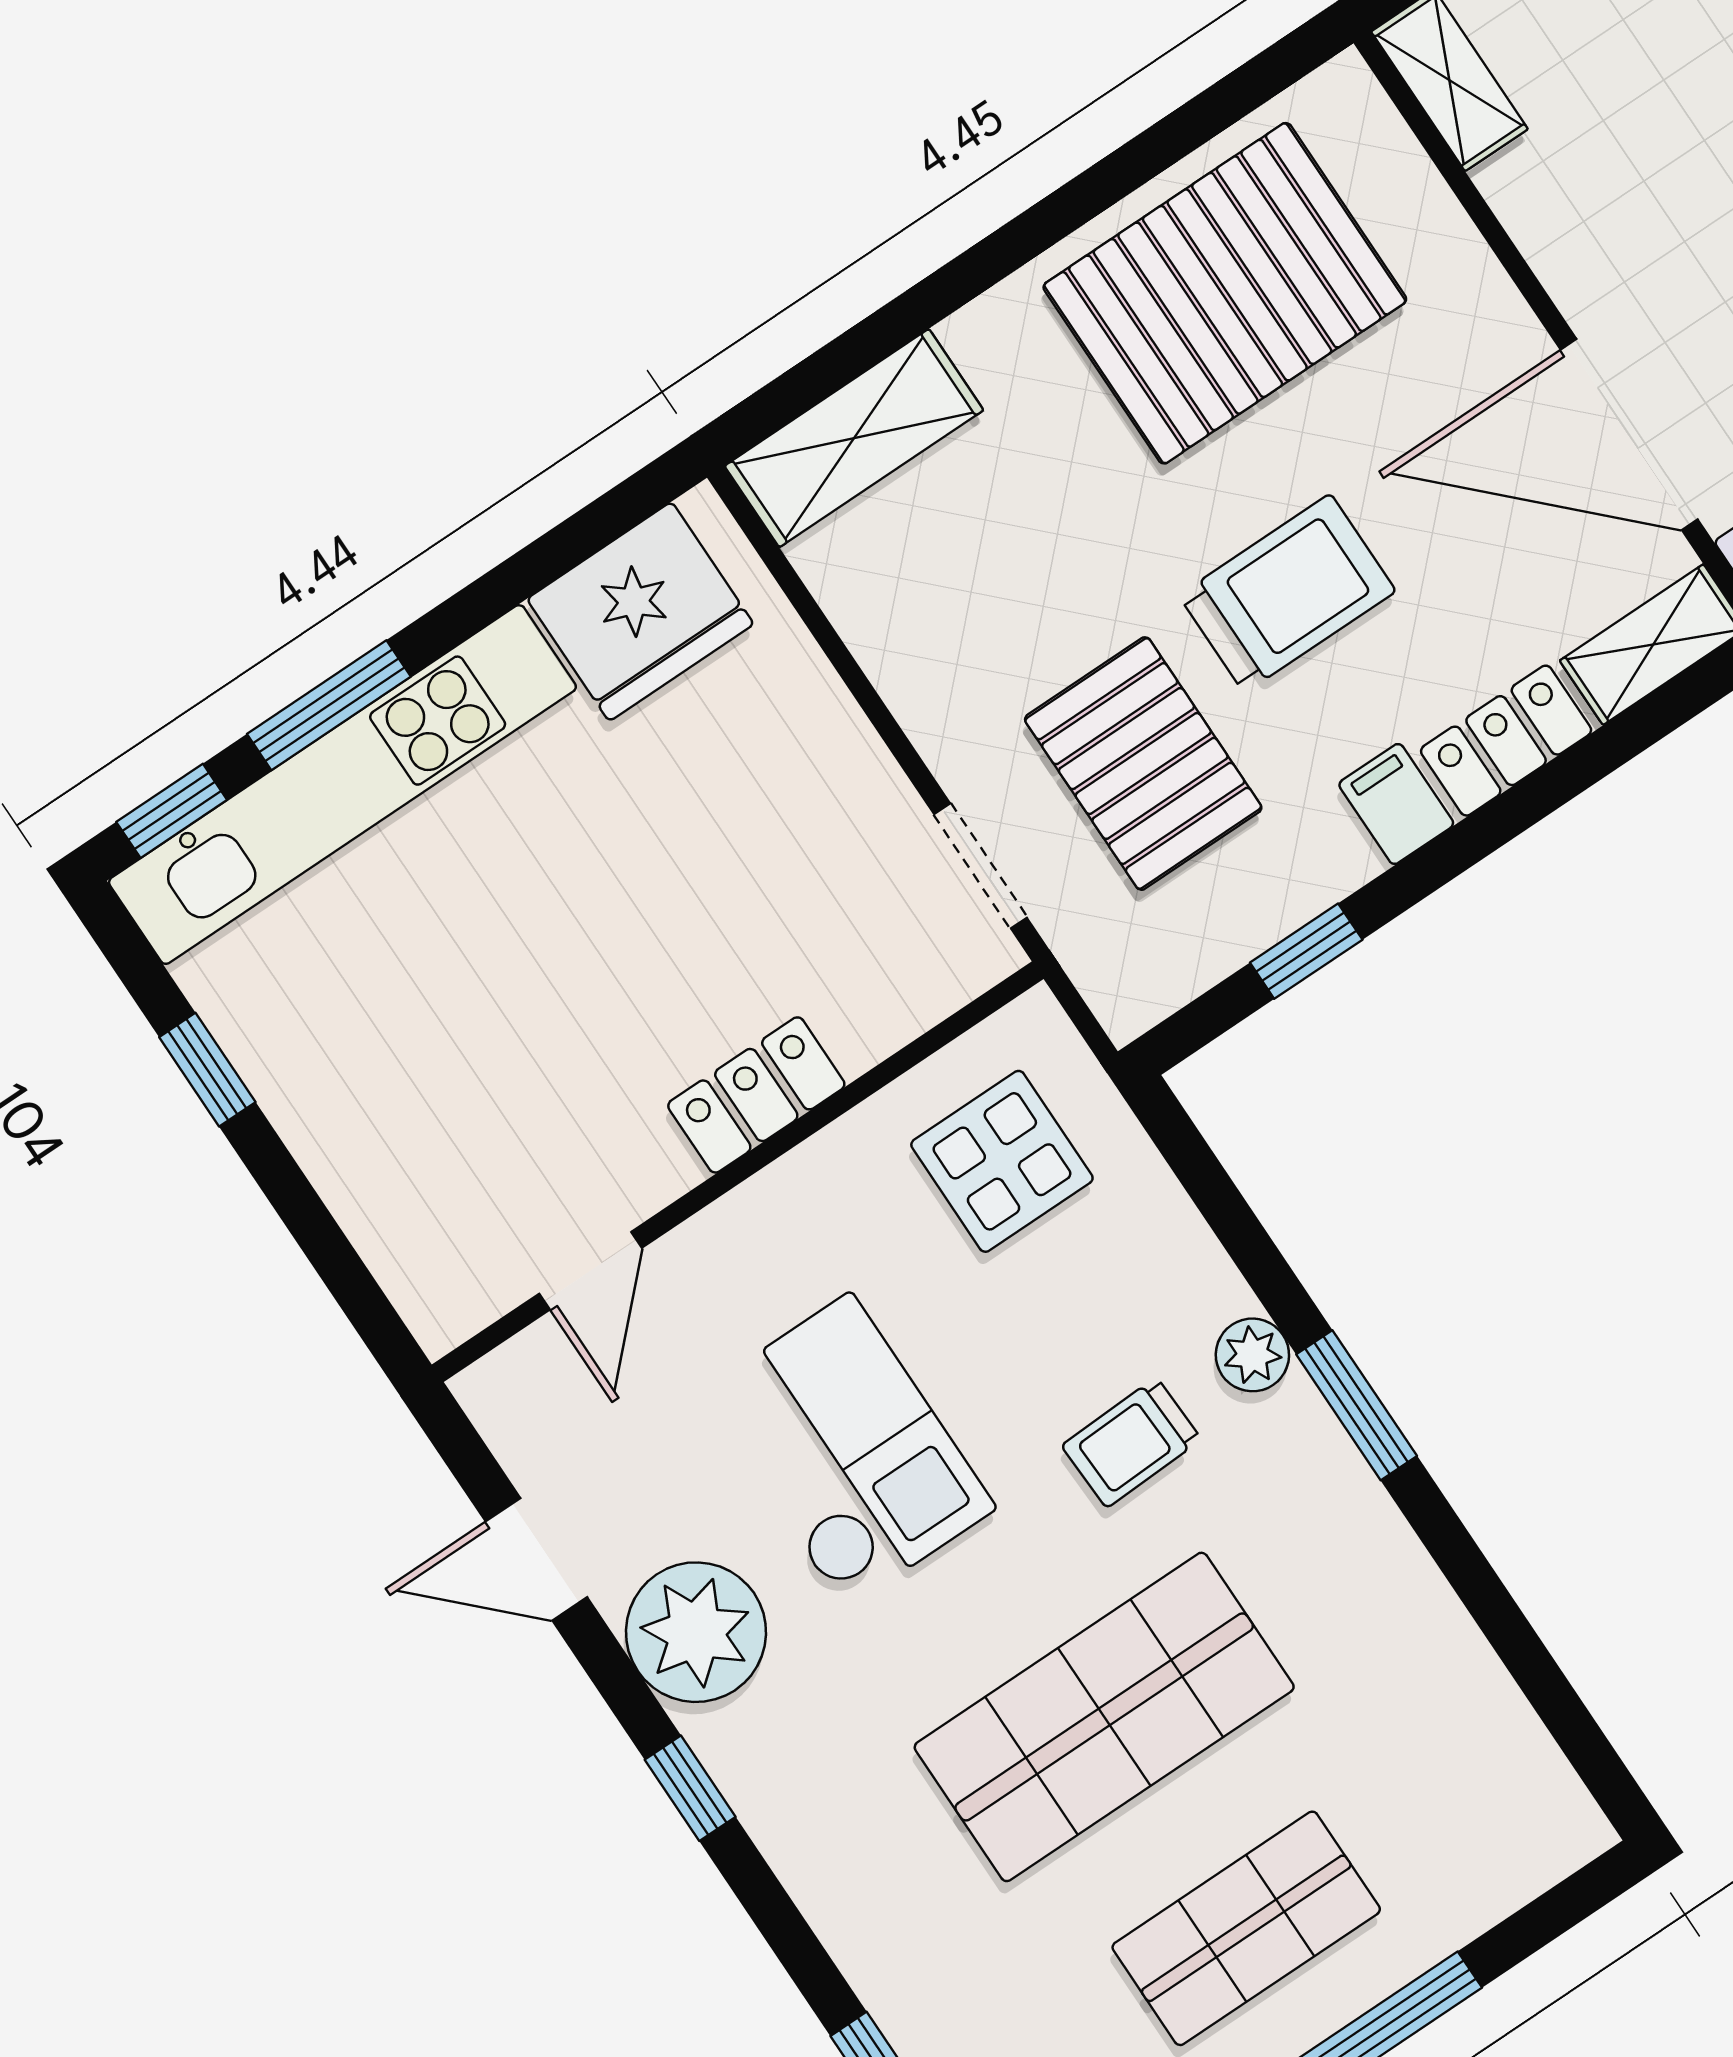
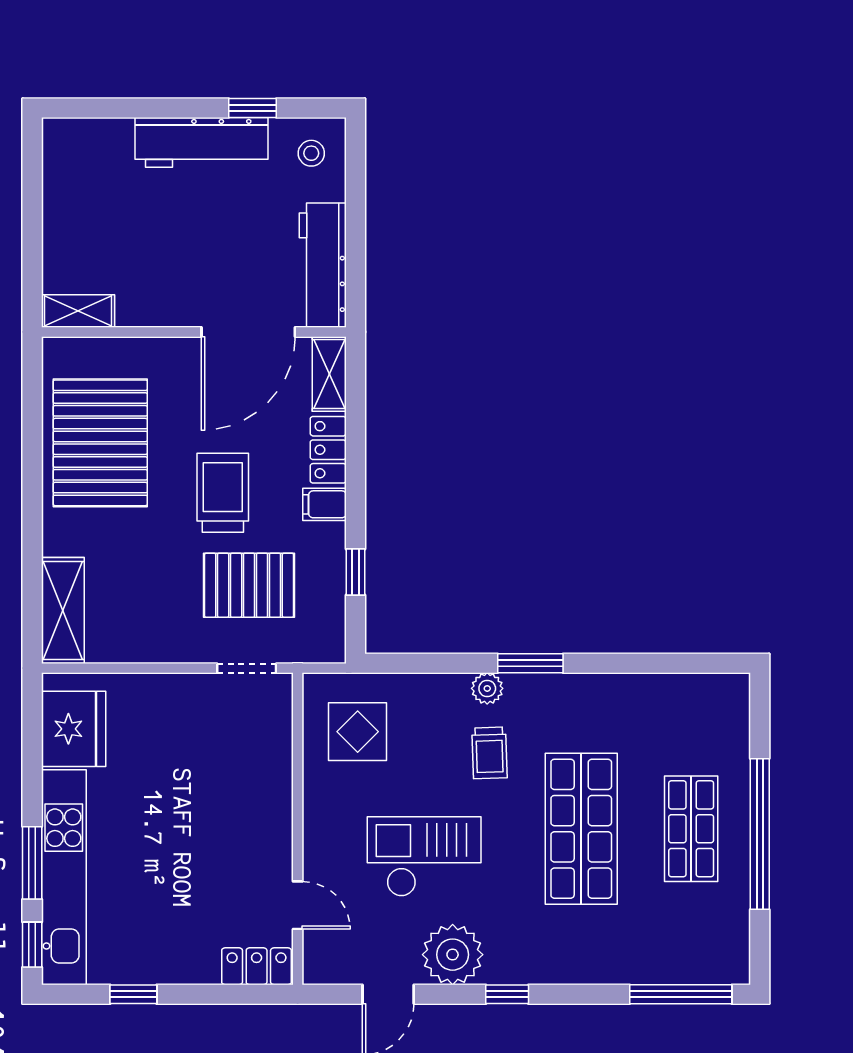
locker: (756, 1095) -> (257, 966), moved, turned 90

